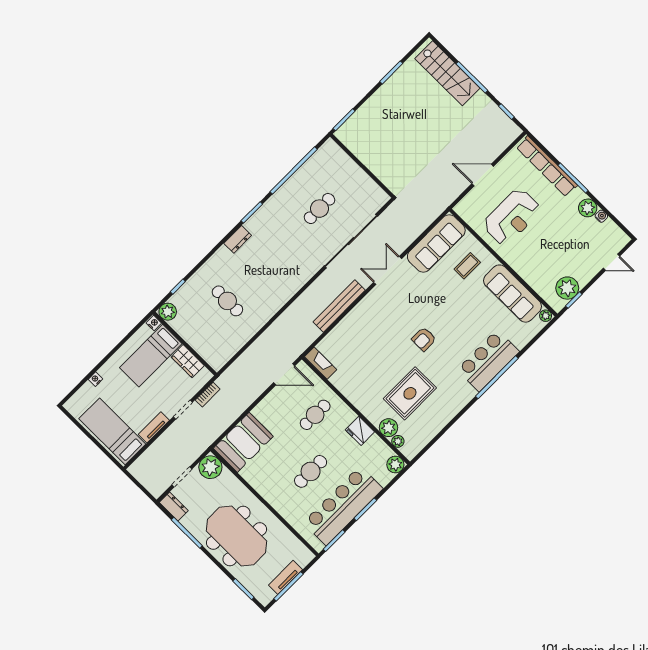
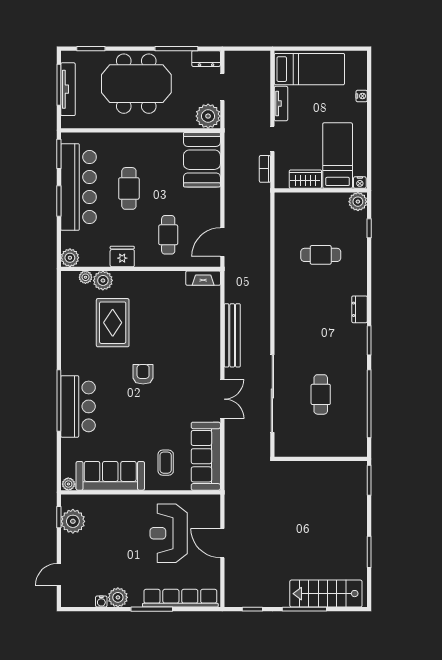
door: (483, 175) -> (222, 543), swing flipped
tv unit: (285, 577) -> (68, 89), width x1.41

